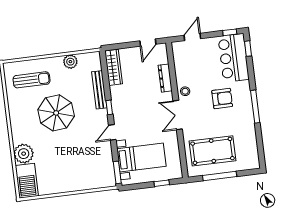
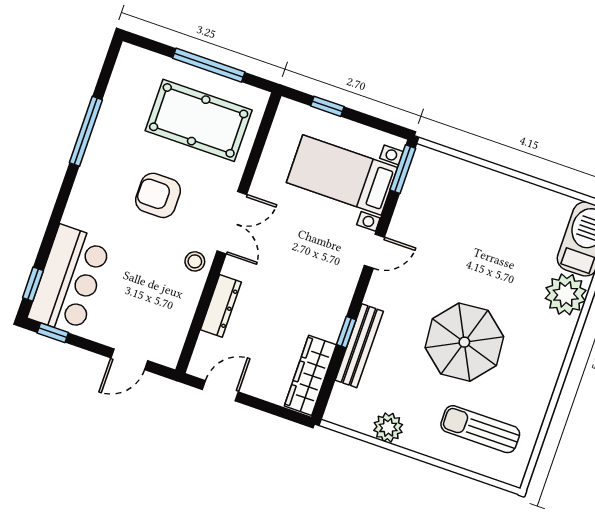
armchair: (222, 99) -> (158, 195), moved
window: (109, 107) -> (346, 332), moved
window: (255, 107) -> (86, 131), moved

